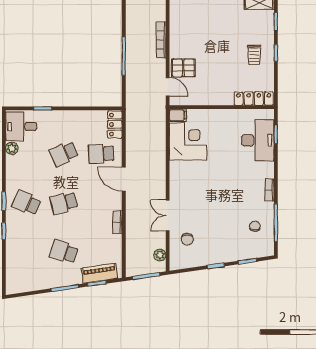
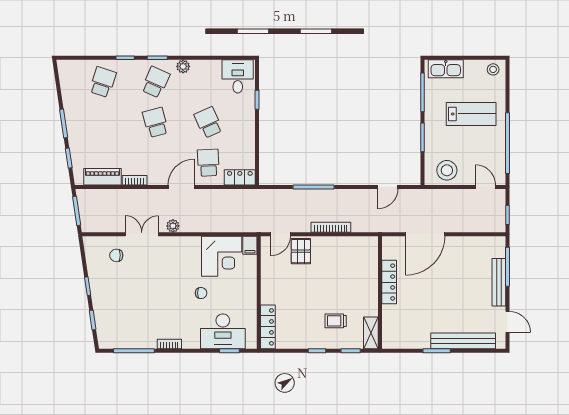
trolley: (254, 55) -> (336, 321), moved
plant: (12, 148) -> (183, 66), moved
chair: (255, 226) -> (201, 293), moved
school desk: (64, 252) -> (103, 82), moved
plant: (160, 255) -> (173, 226), moved
piano: (99, 273) -> (102, 177), moved, turned -82

